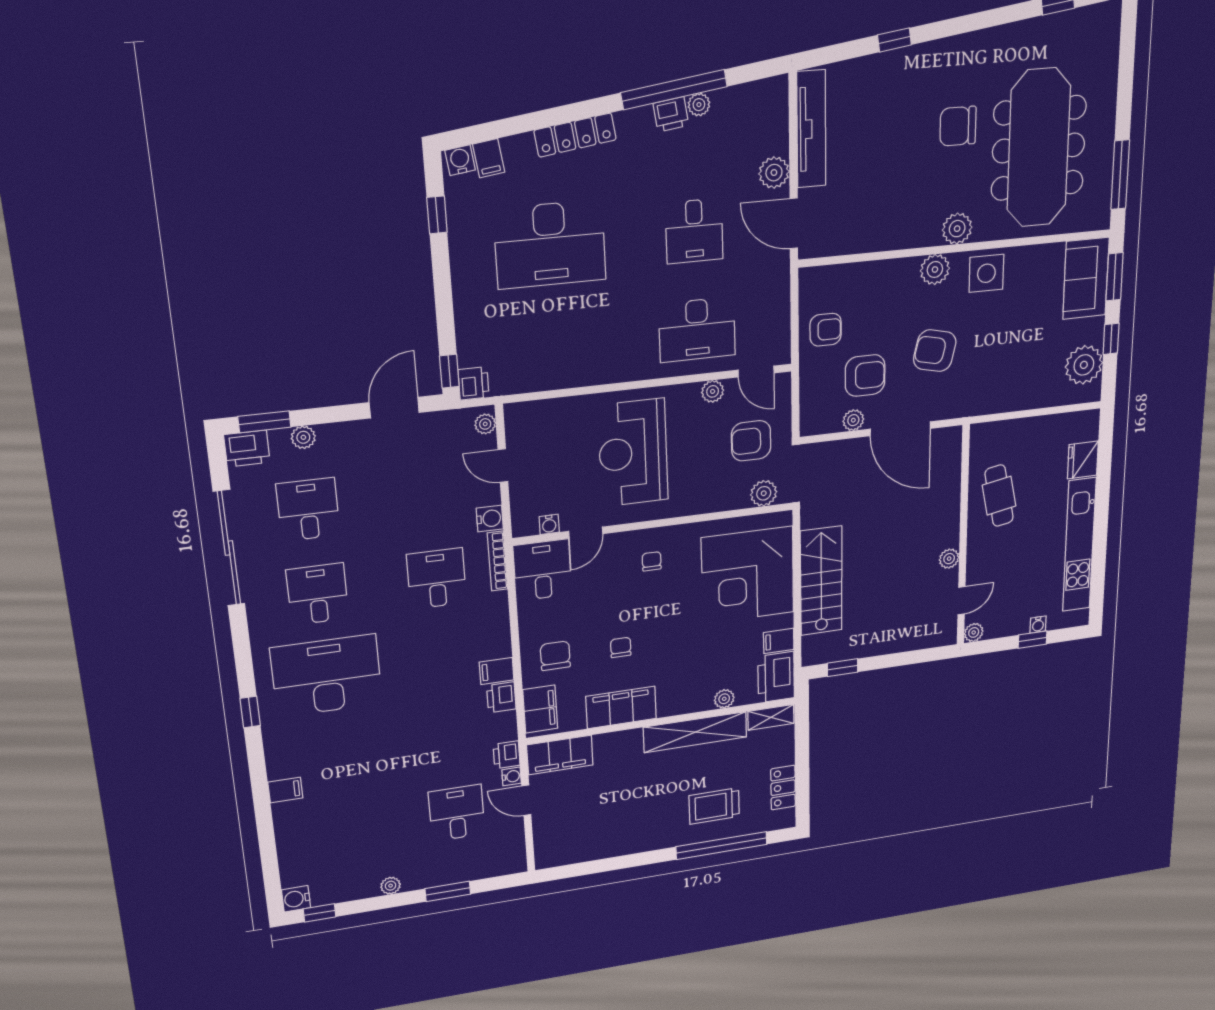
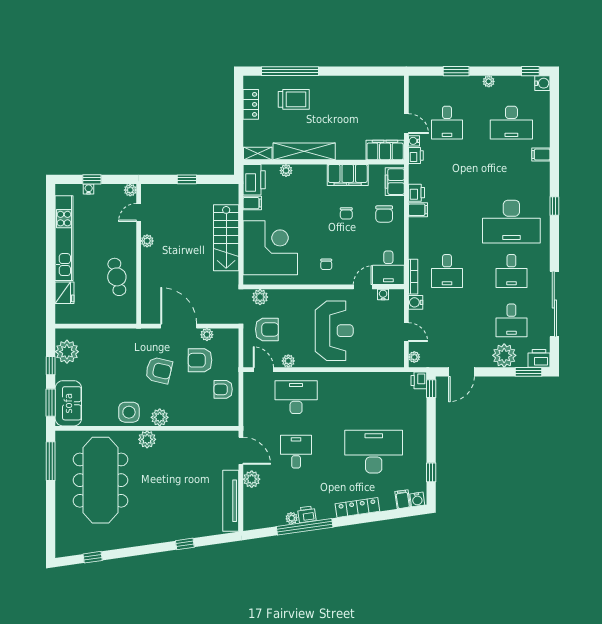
chair: (958, 126) -> (148, 496), removed
plant: (303, 437) -> (504, 355), width x1.88, depth x1.88
window: (843, 668) -> (187, 179), moved
desk: (344, 831) -> (511, 123), added

